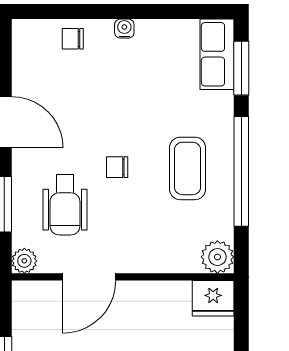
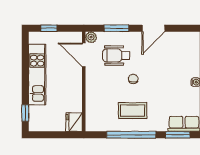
chair: (73, 39) -> (191, 59), removed
plant: (217, 257) -> (93, 124), removed
door: (89, 277) -> (84, 55), moved

